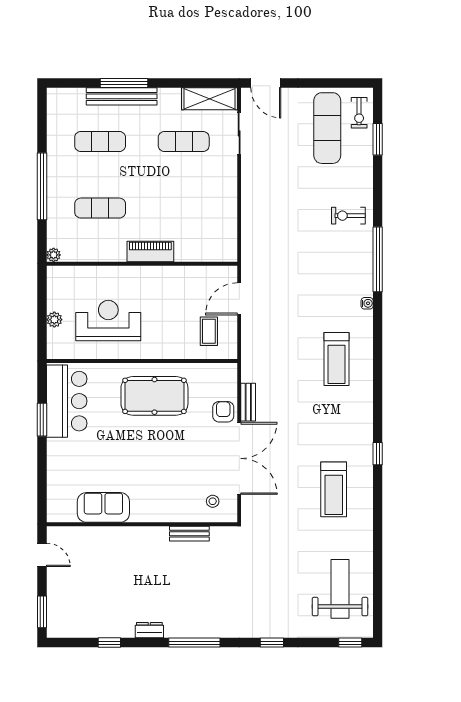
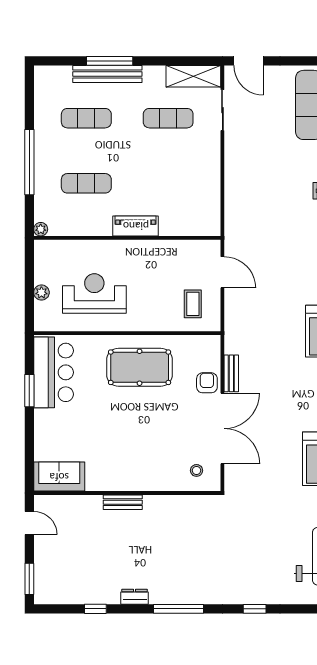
door: (239, 299) -> (222, 272), swing flipped
sofa: (103, 507) -> (59, 477), moved
bench: (189, 534) -> (123, 502), moved

